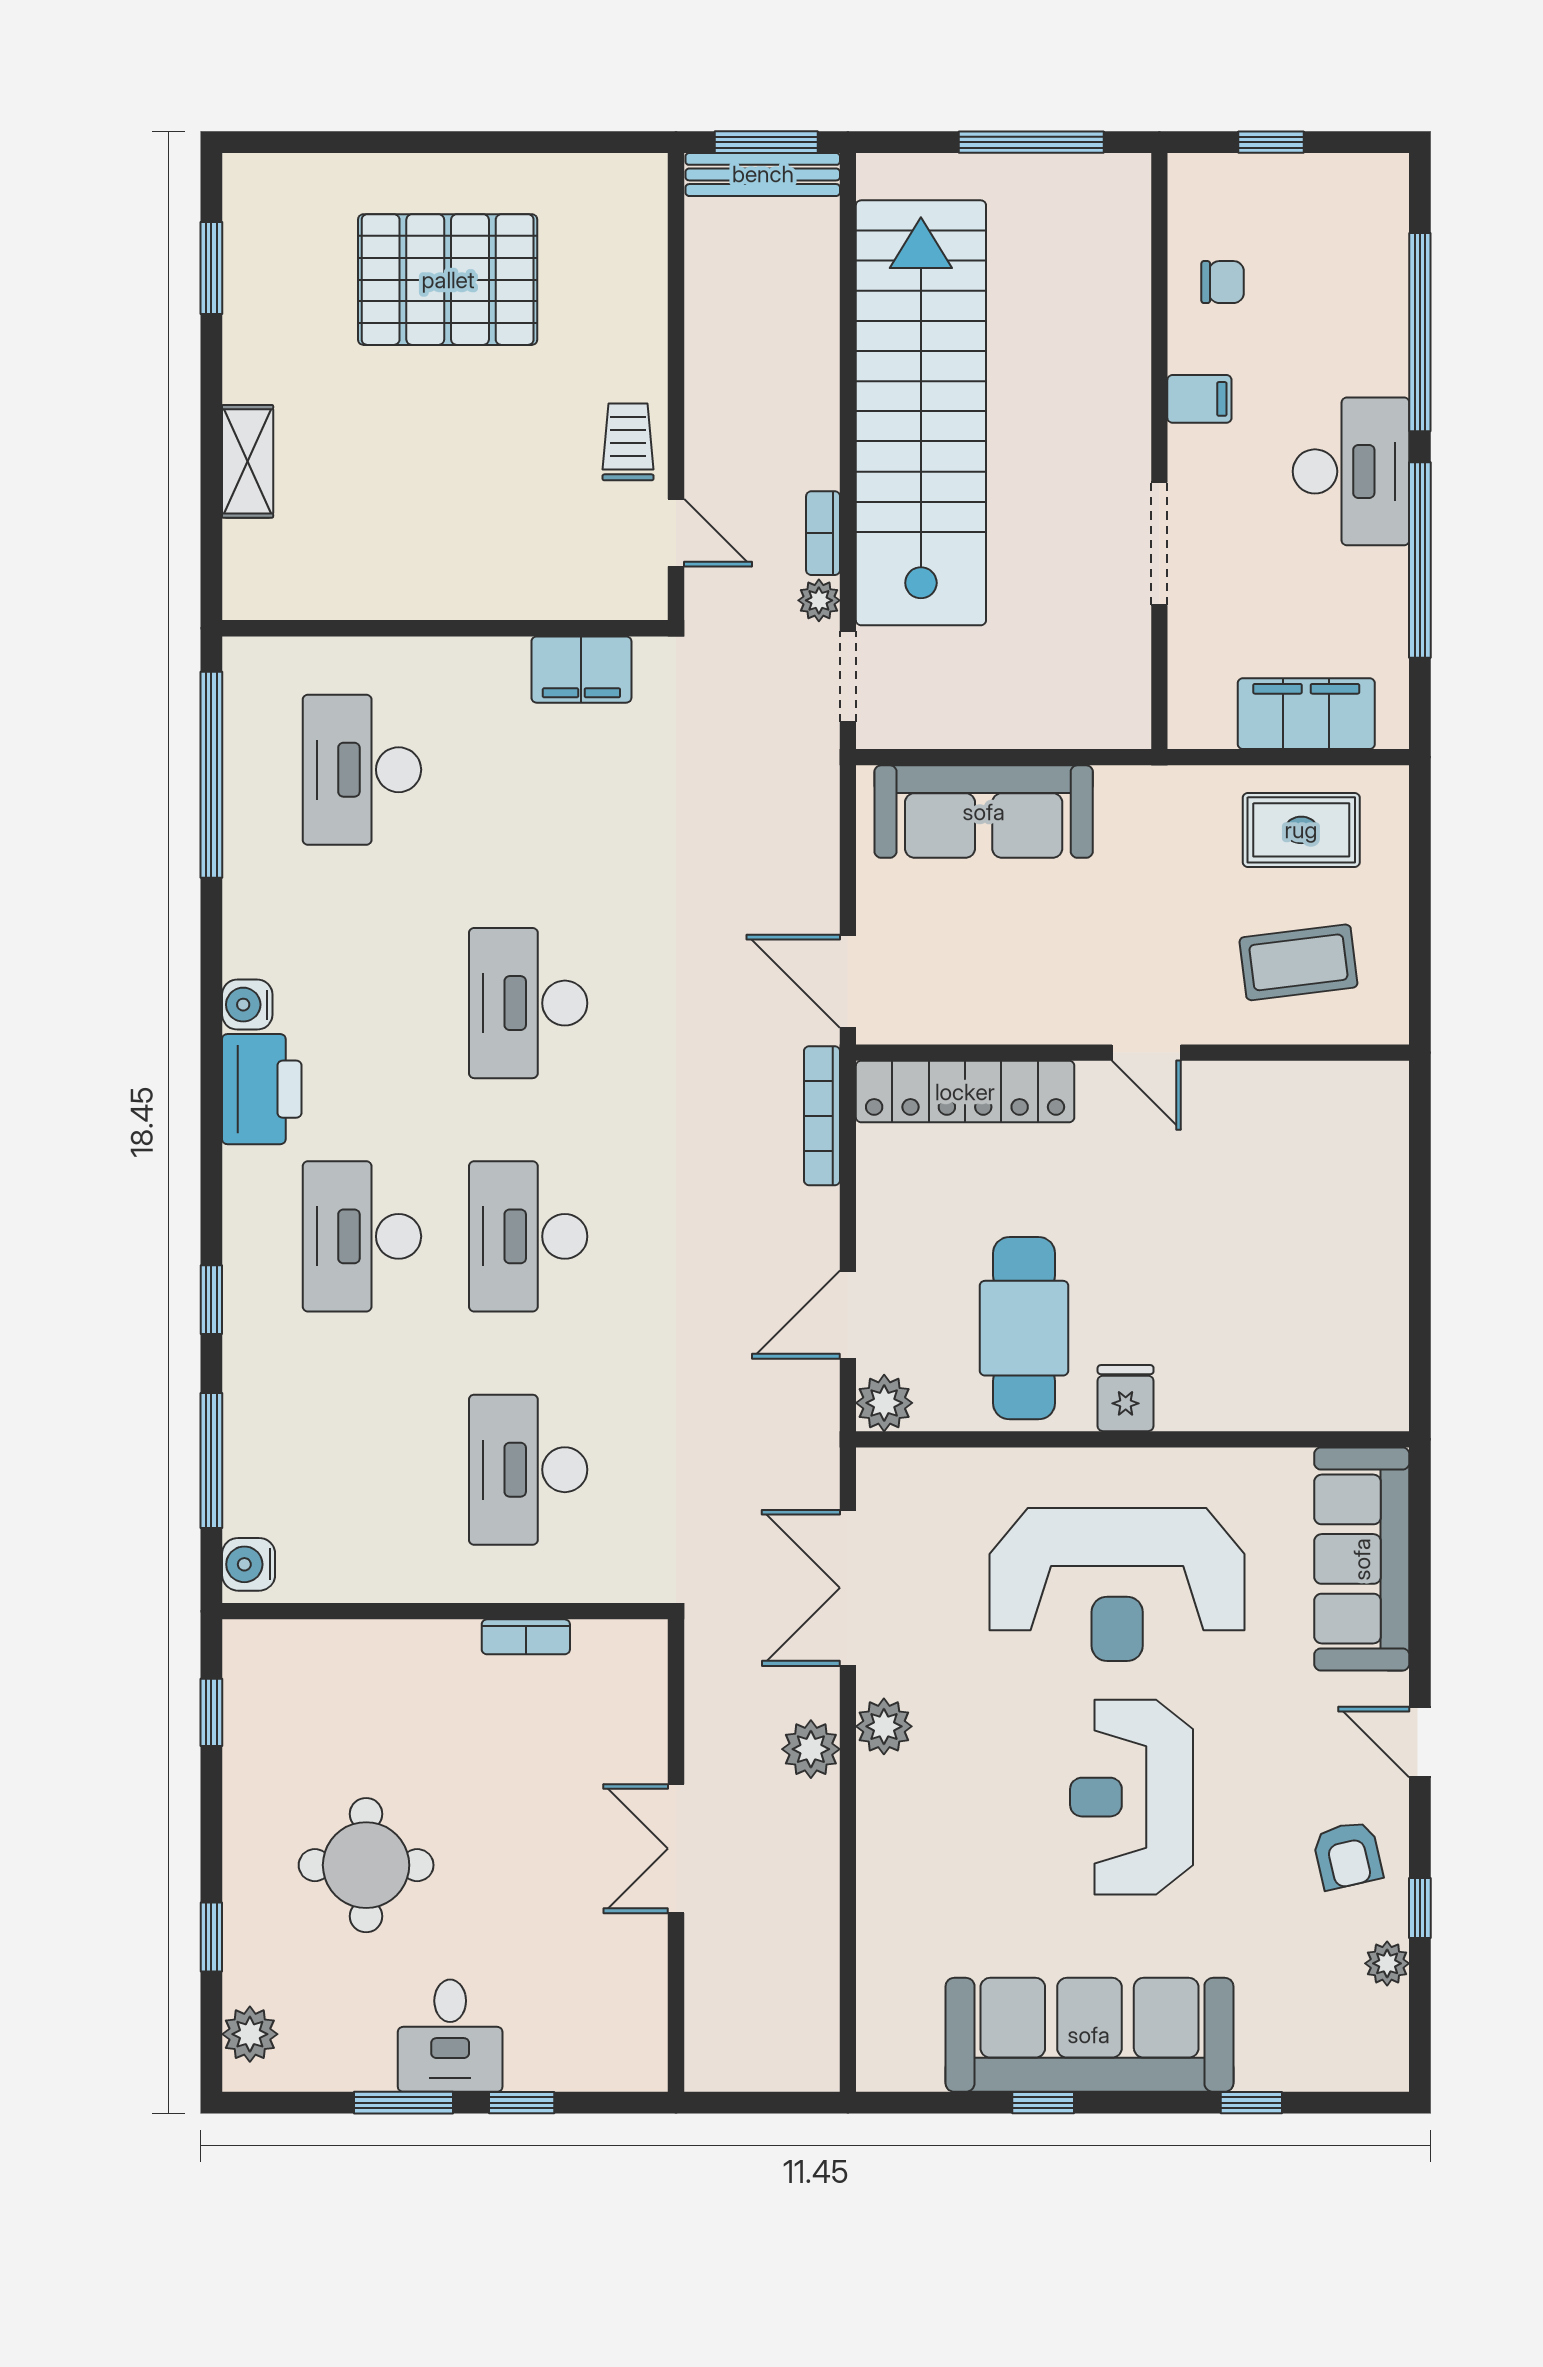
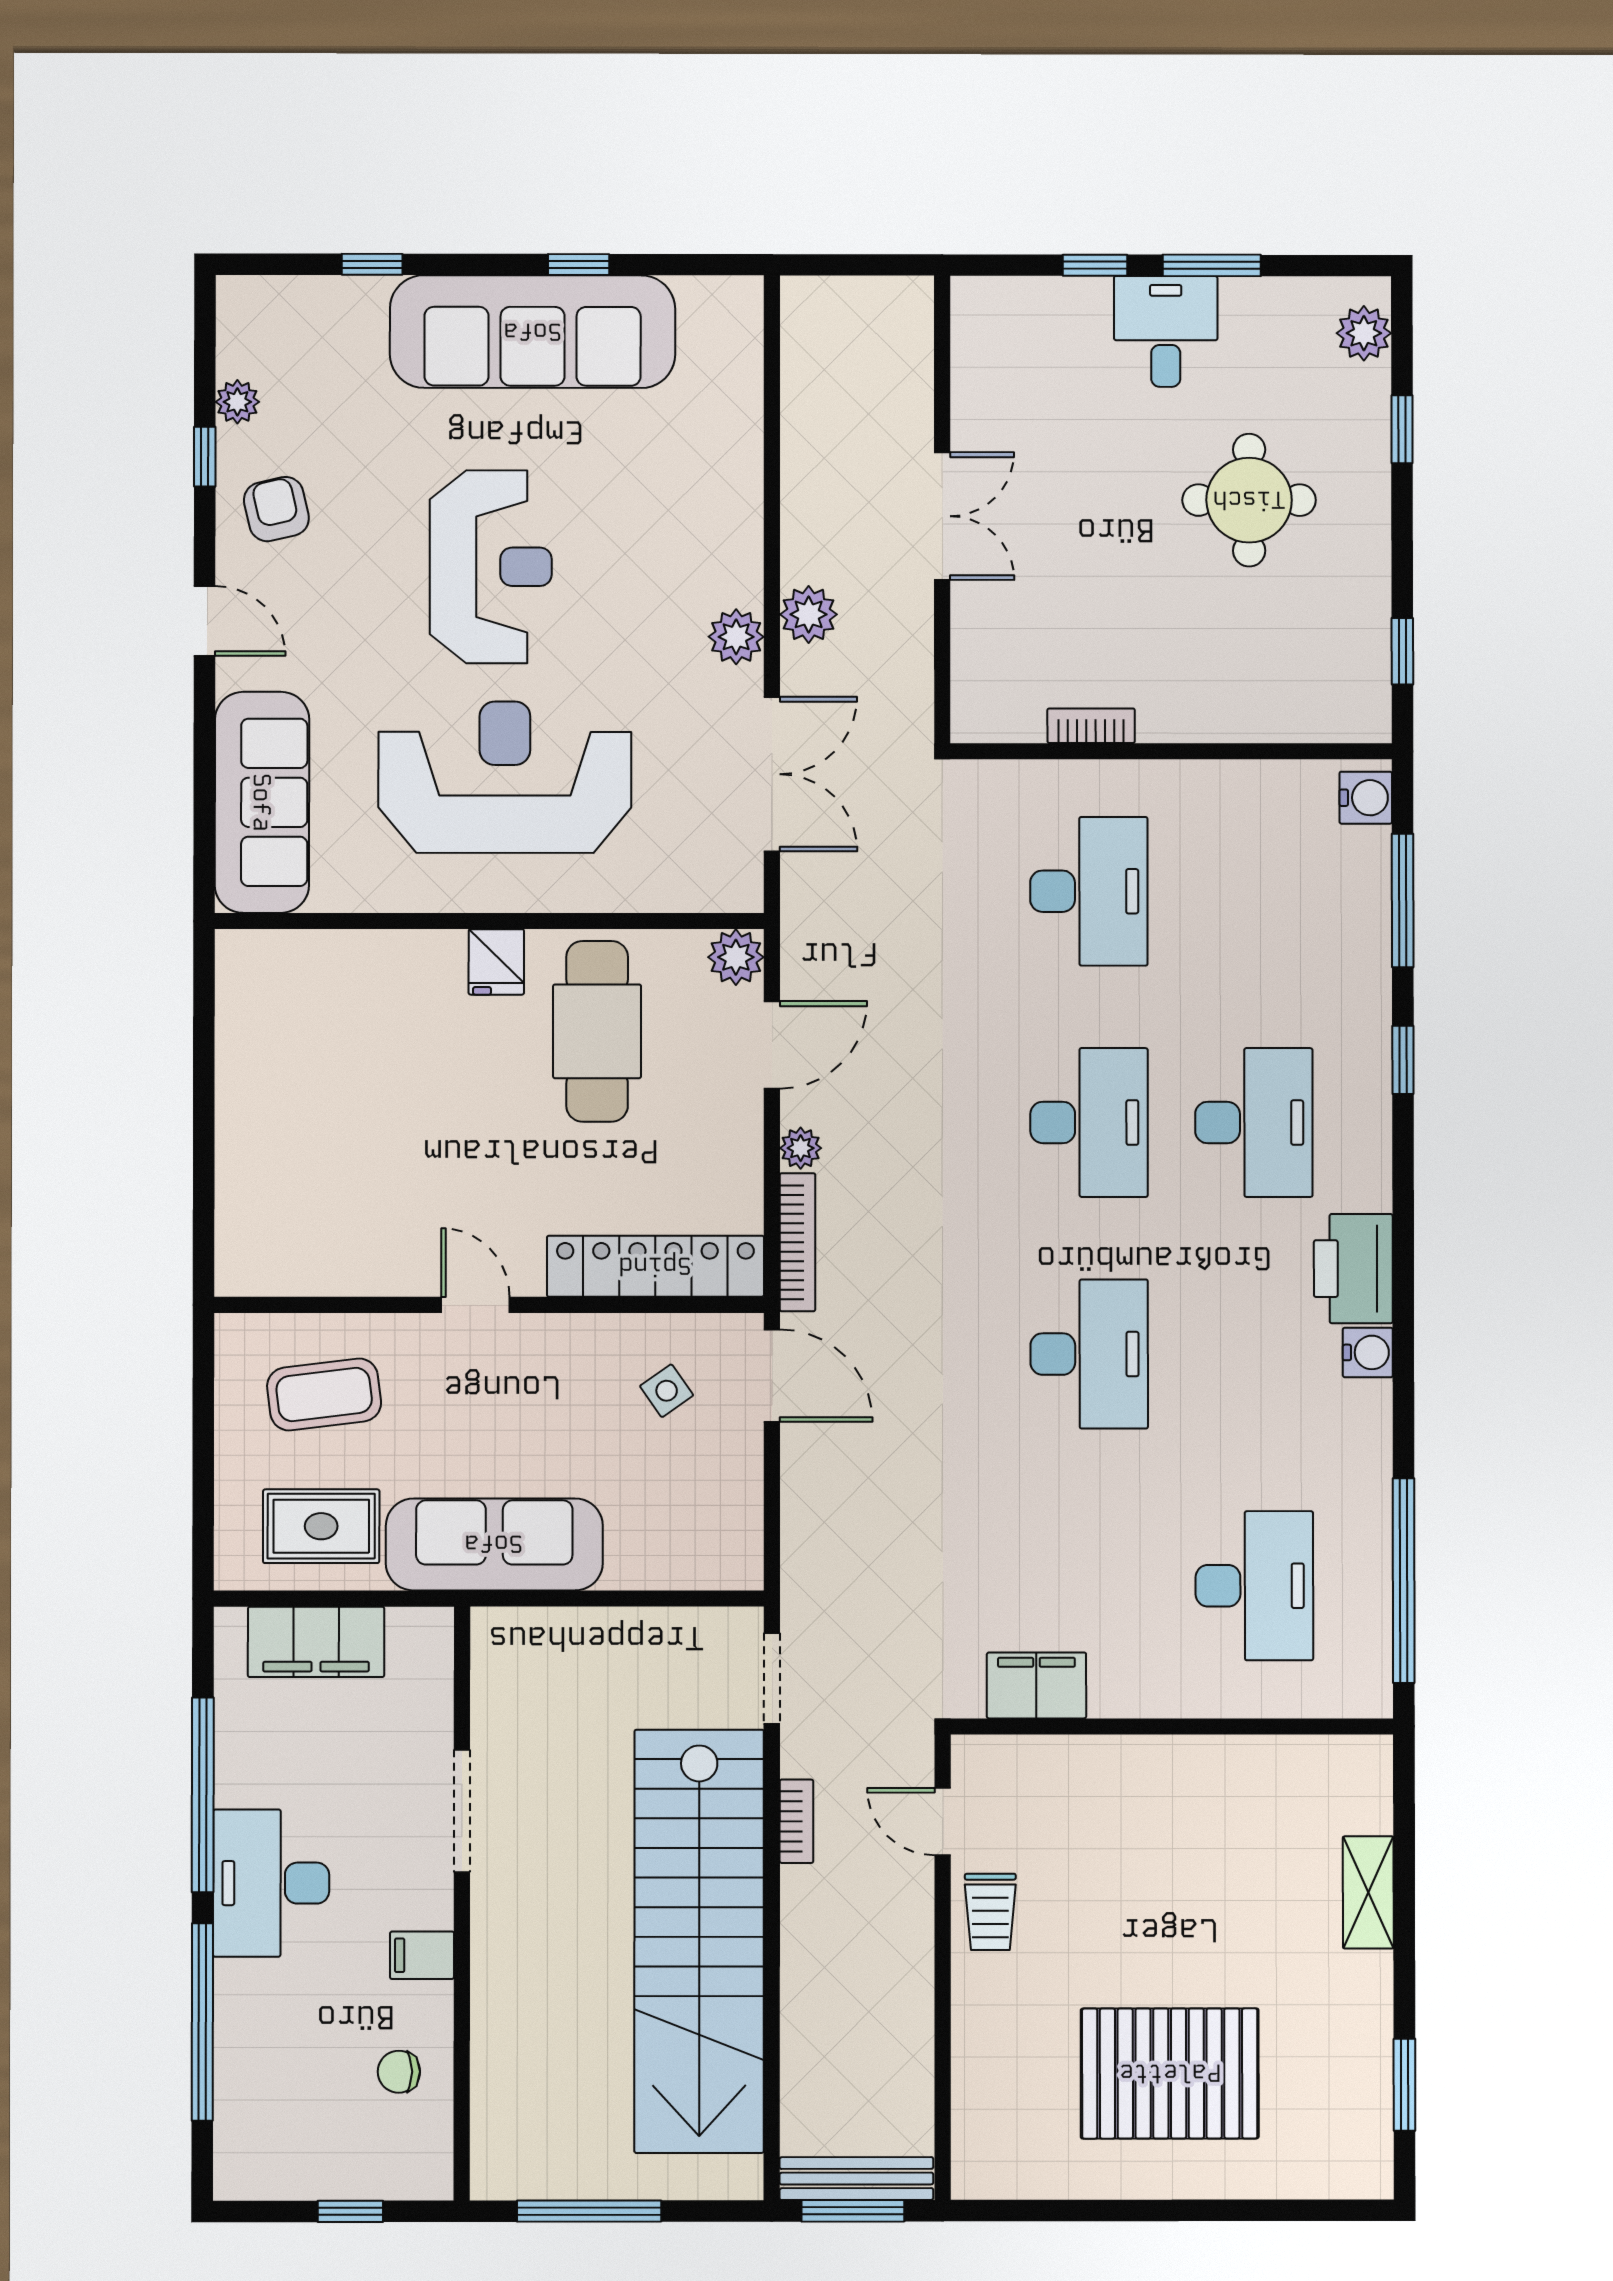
plant: (819, 600) -> (801, 1148), moved
sofa: (984, 812) -> (494, 1544), moved
side table: (954, 966) -> (667, 1391), added

